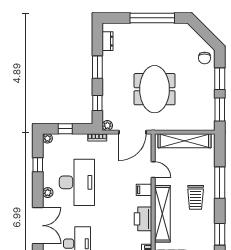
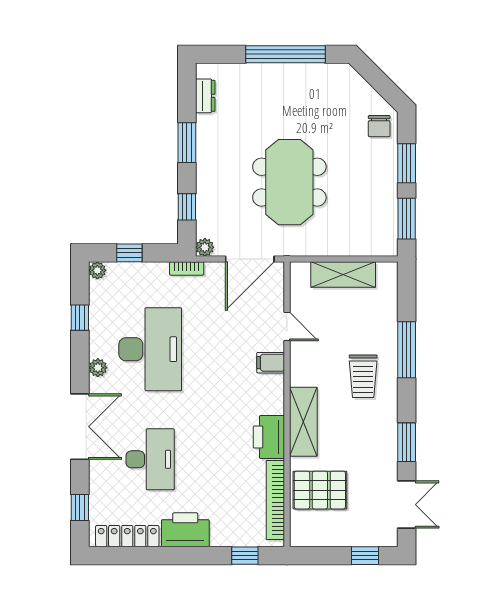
shelving: (184, 141) -> (343, 275), width x0.68
shelving: (162, 214) -> (303, 422), width x0.68
printer: (143, 219) -> (269, 437), moved

